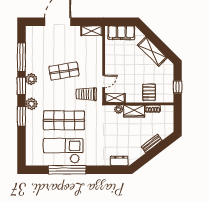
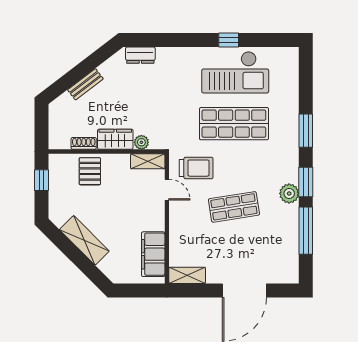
filing cabinet: (121, 33) -> (153, 254), moved, turned -90
door: (104, 81) -> (167, 190), swing flipped
plant: (31, 104) -> (289, 151), removed
window: (67, 170) -> (229, 40), width x0.32

